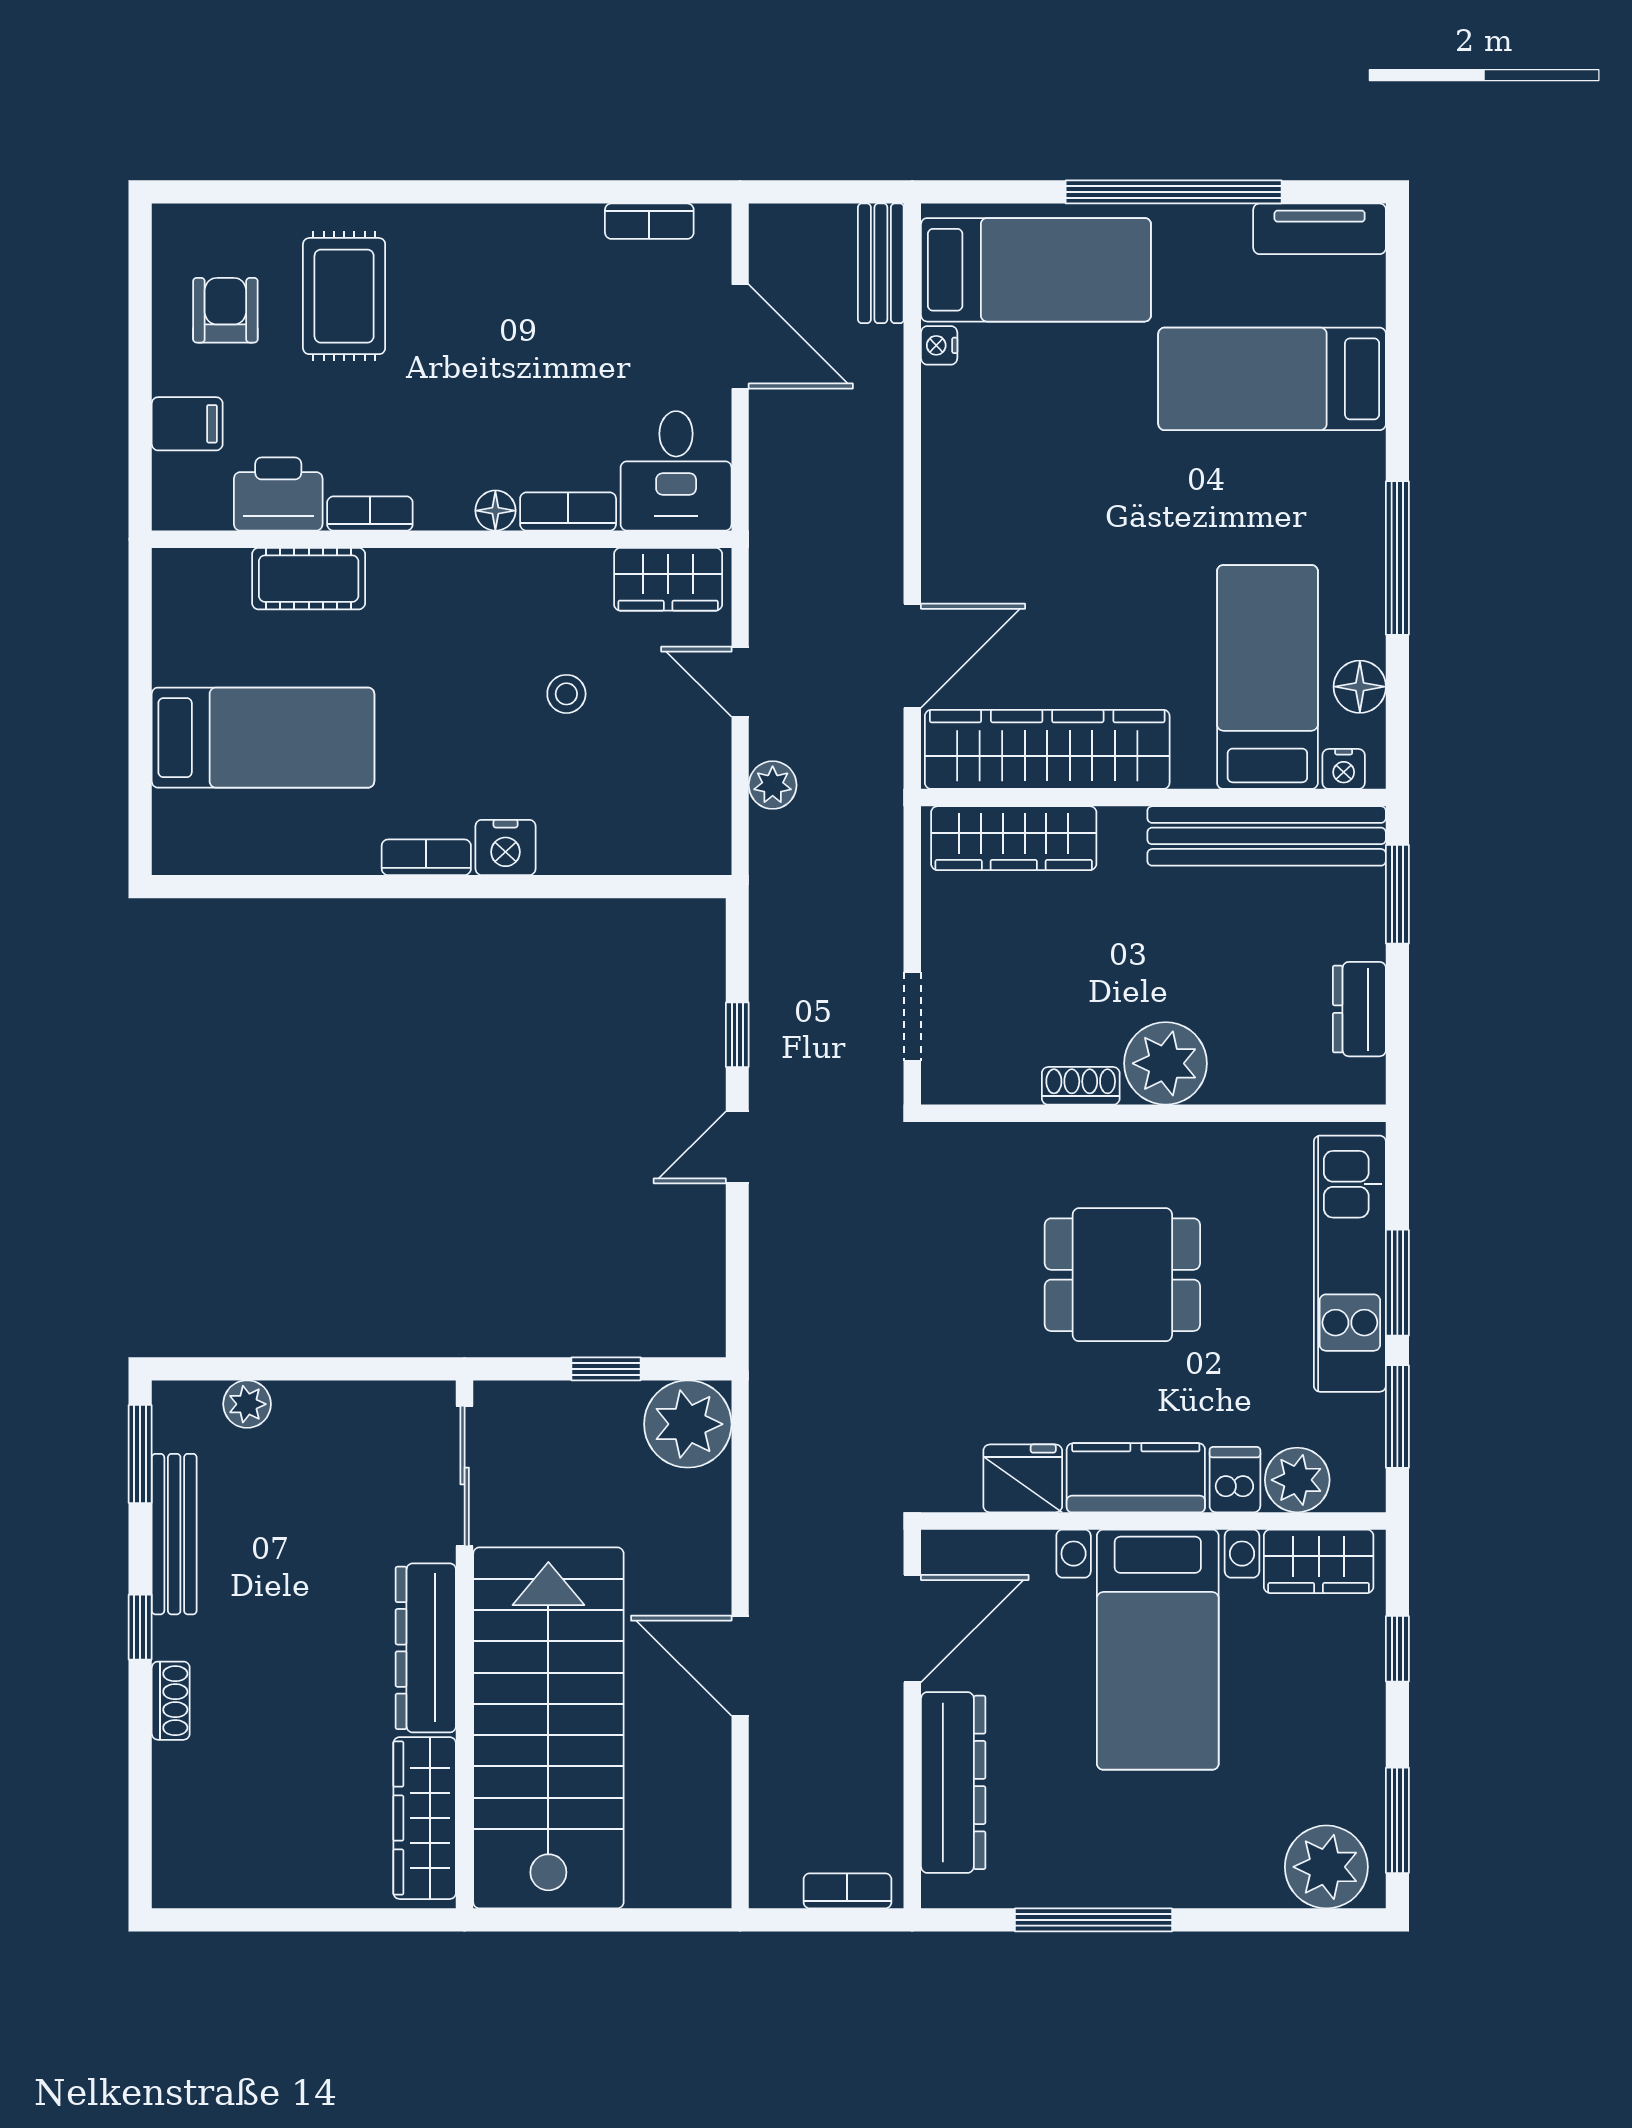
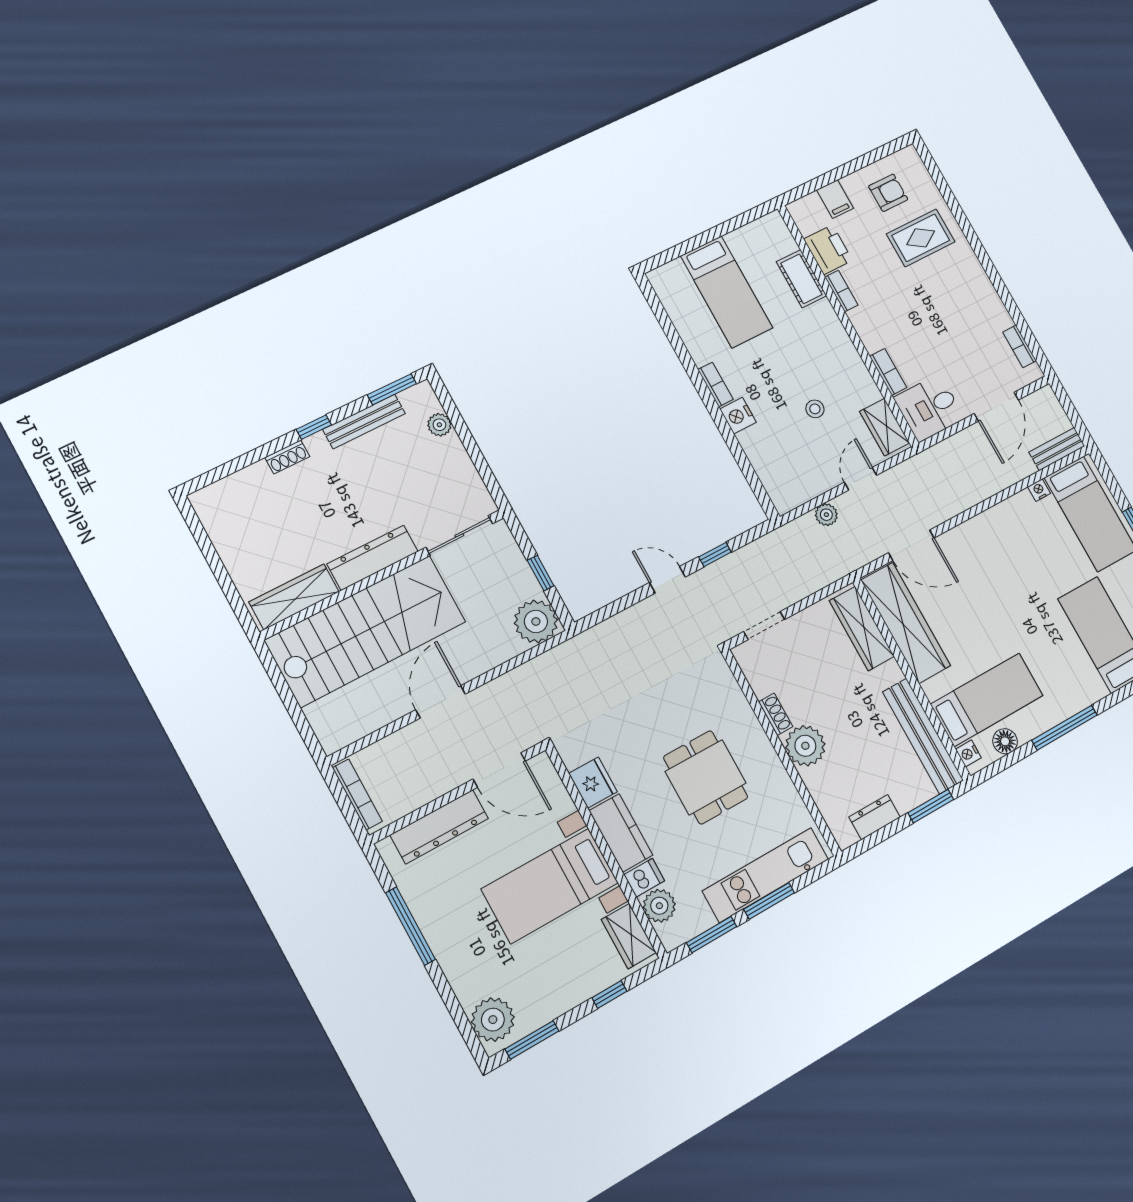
floor lamp: (495, 511) -> (872, 342), removed
bookcase: (847, 1891) -> (357, 795), width x1.56

